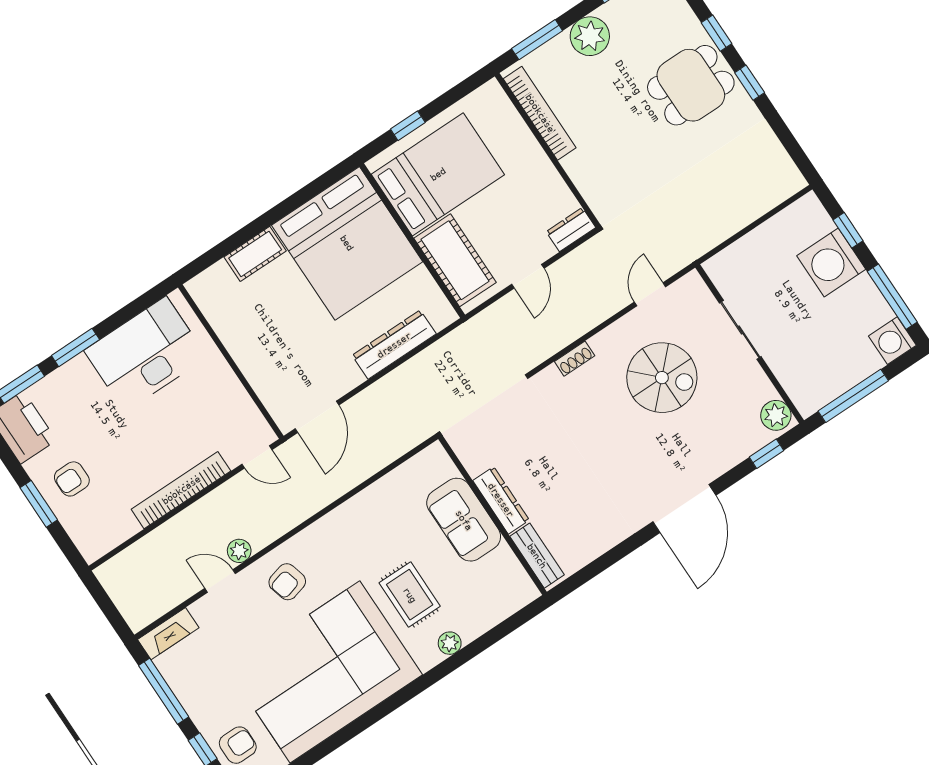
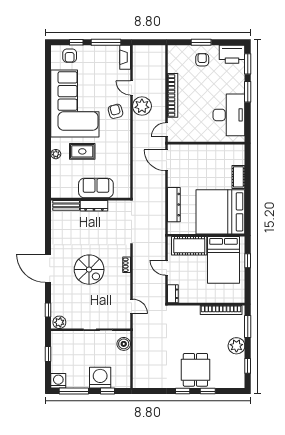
boiler: (734, 260) -> (124, 344), added
spiral stairs: (662, 378) -> (89, 270), moved, turned -90
window: (853, 396) -> (48, 354), width x0.46
plant: (239, 551) -> (142, 106), width x1.87, depth x1.87
door: (220, 581) -> (132, 88), swing flipped

